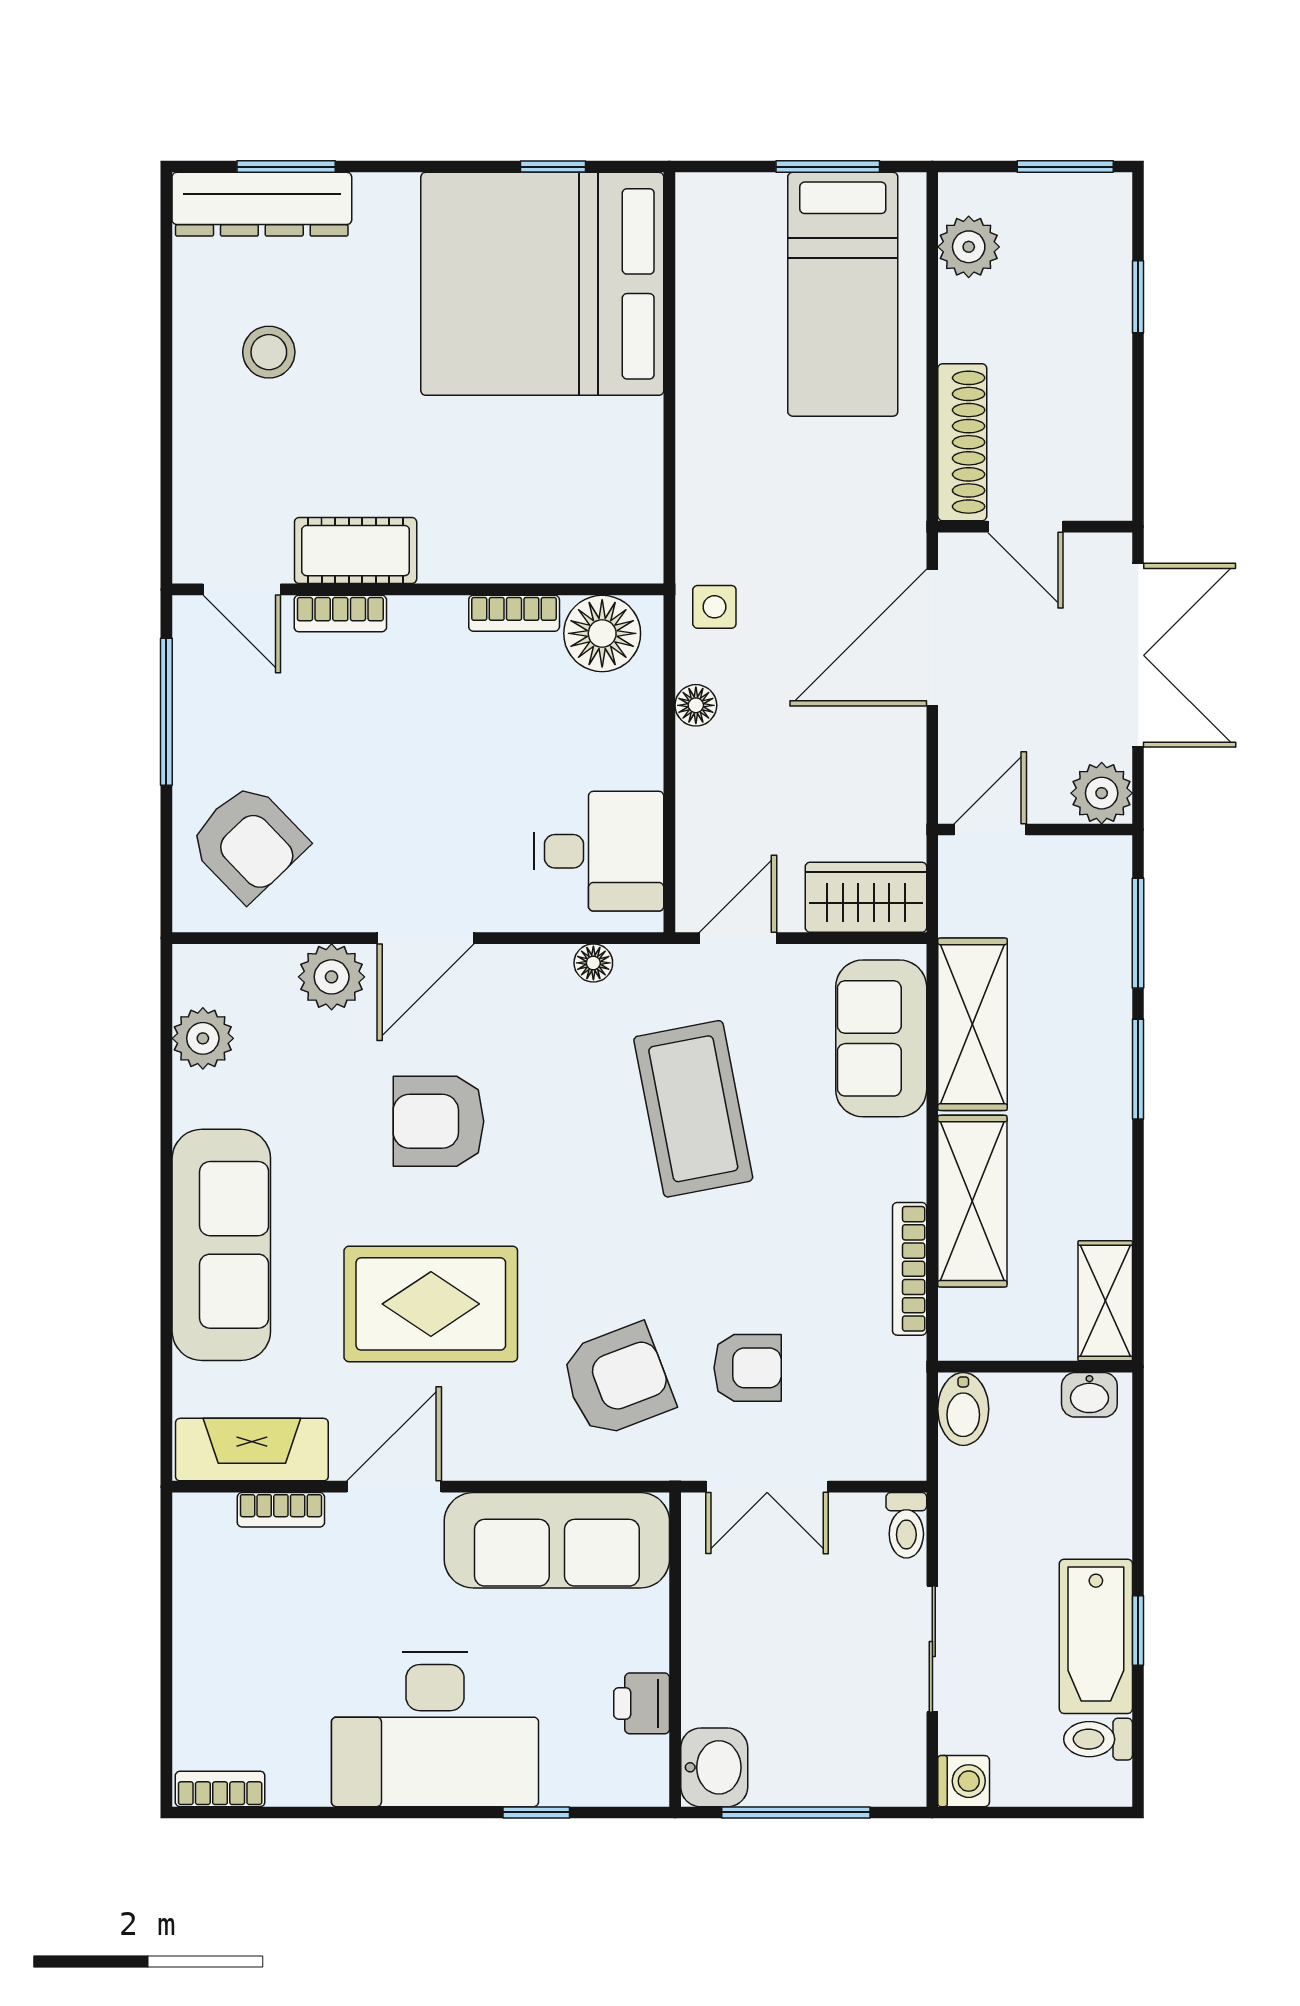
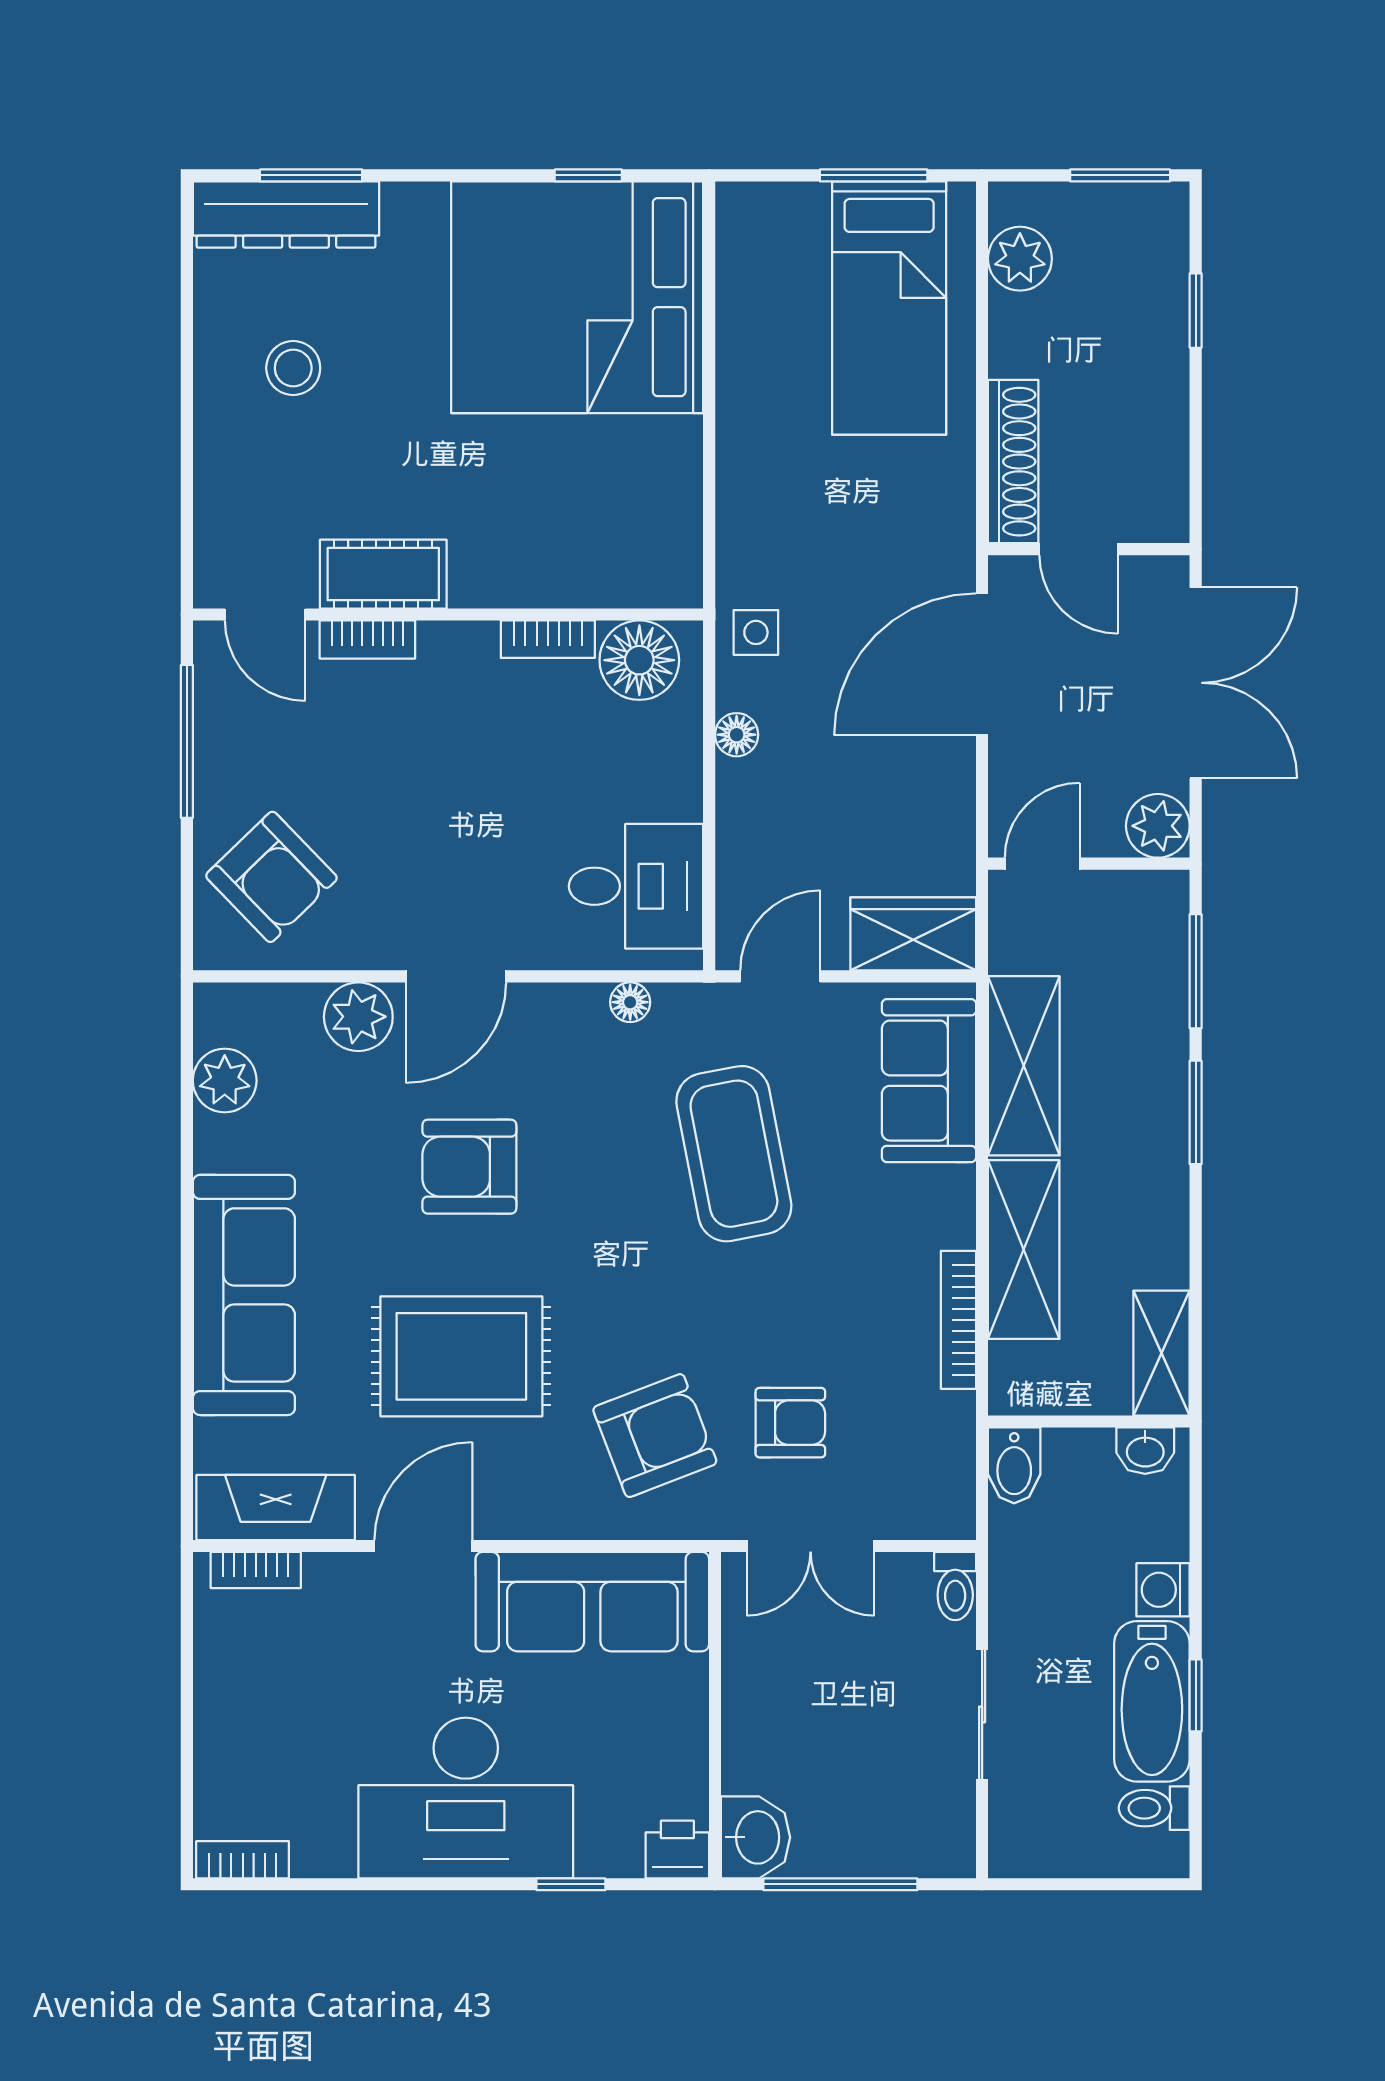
bookcase: (281, 1510) -> (256, 1570), moved
printer: (642, 1703) -> (677, 1850), moved, turned 90
washing machine: (964, 1781) -> (1163, 1590), moved, turned 180

